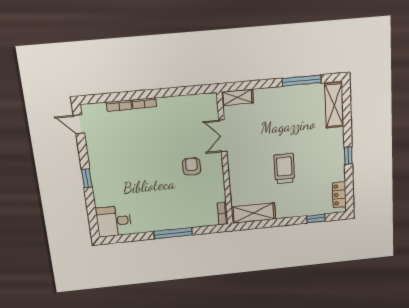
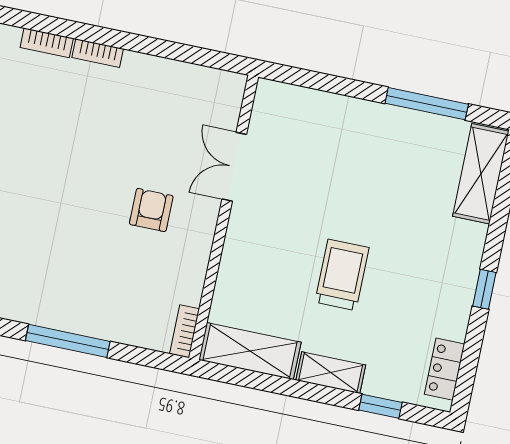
shelving: (237, 97) -> (331, 373), moved

